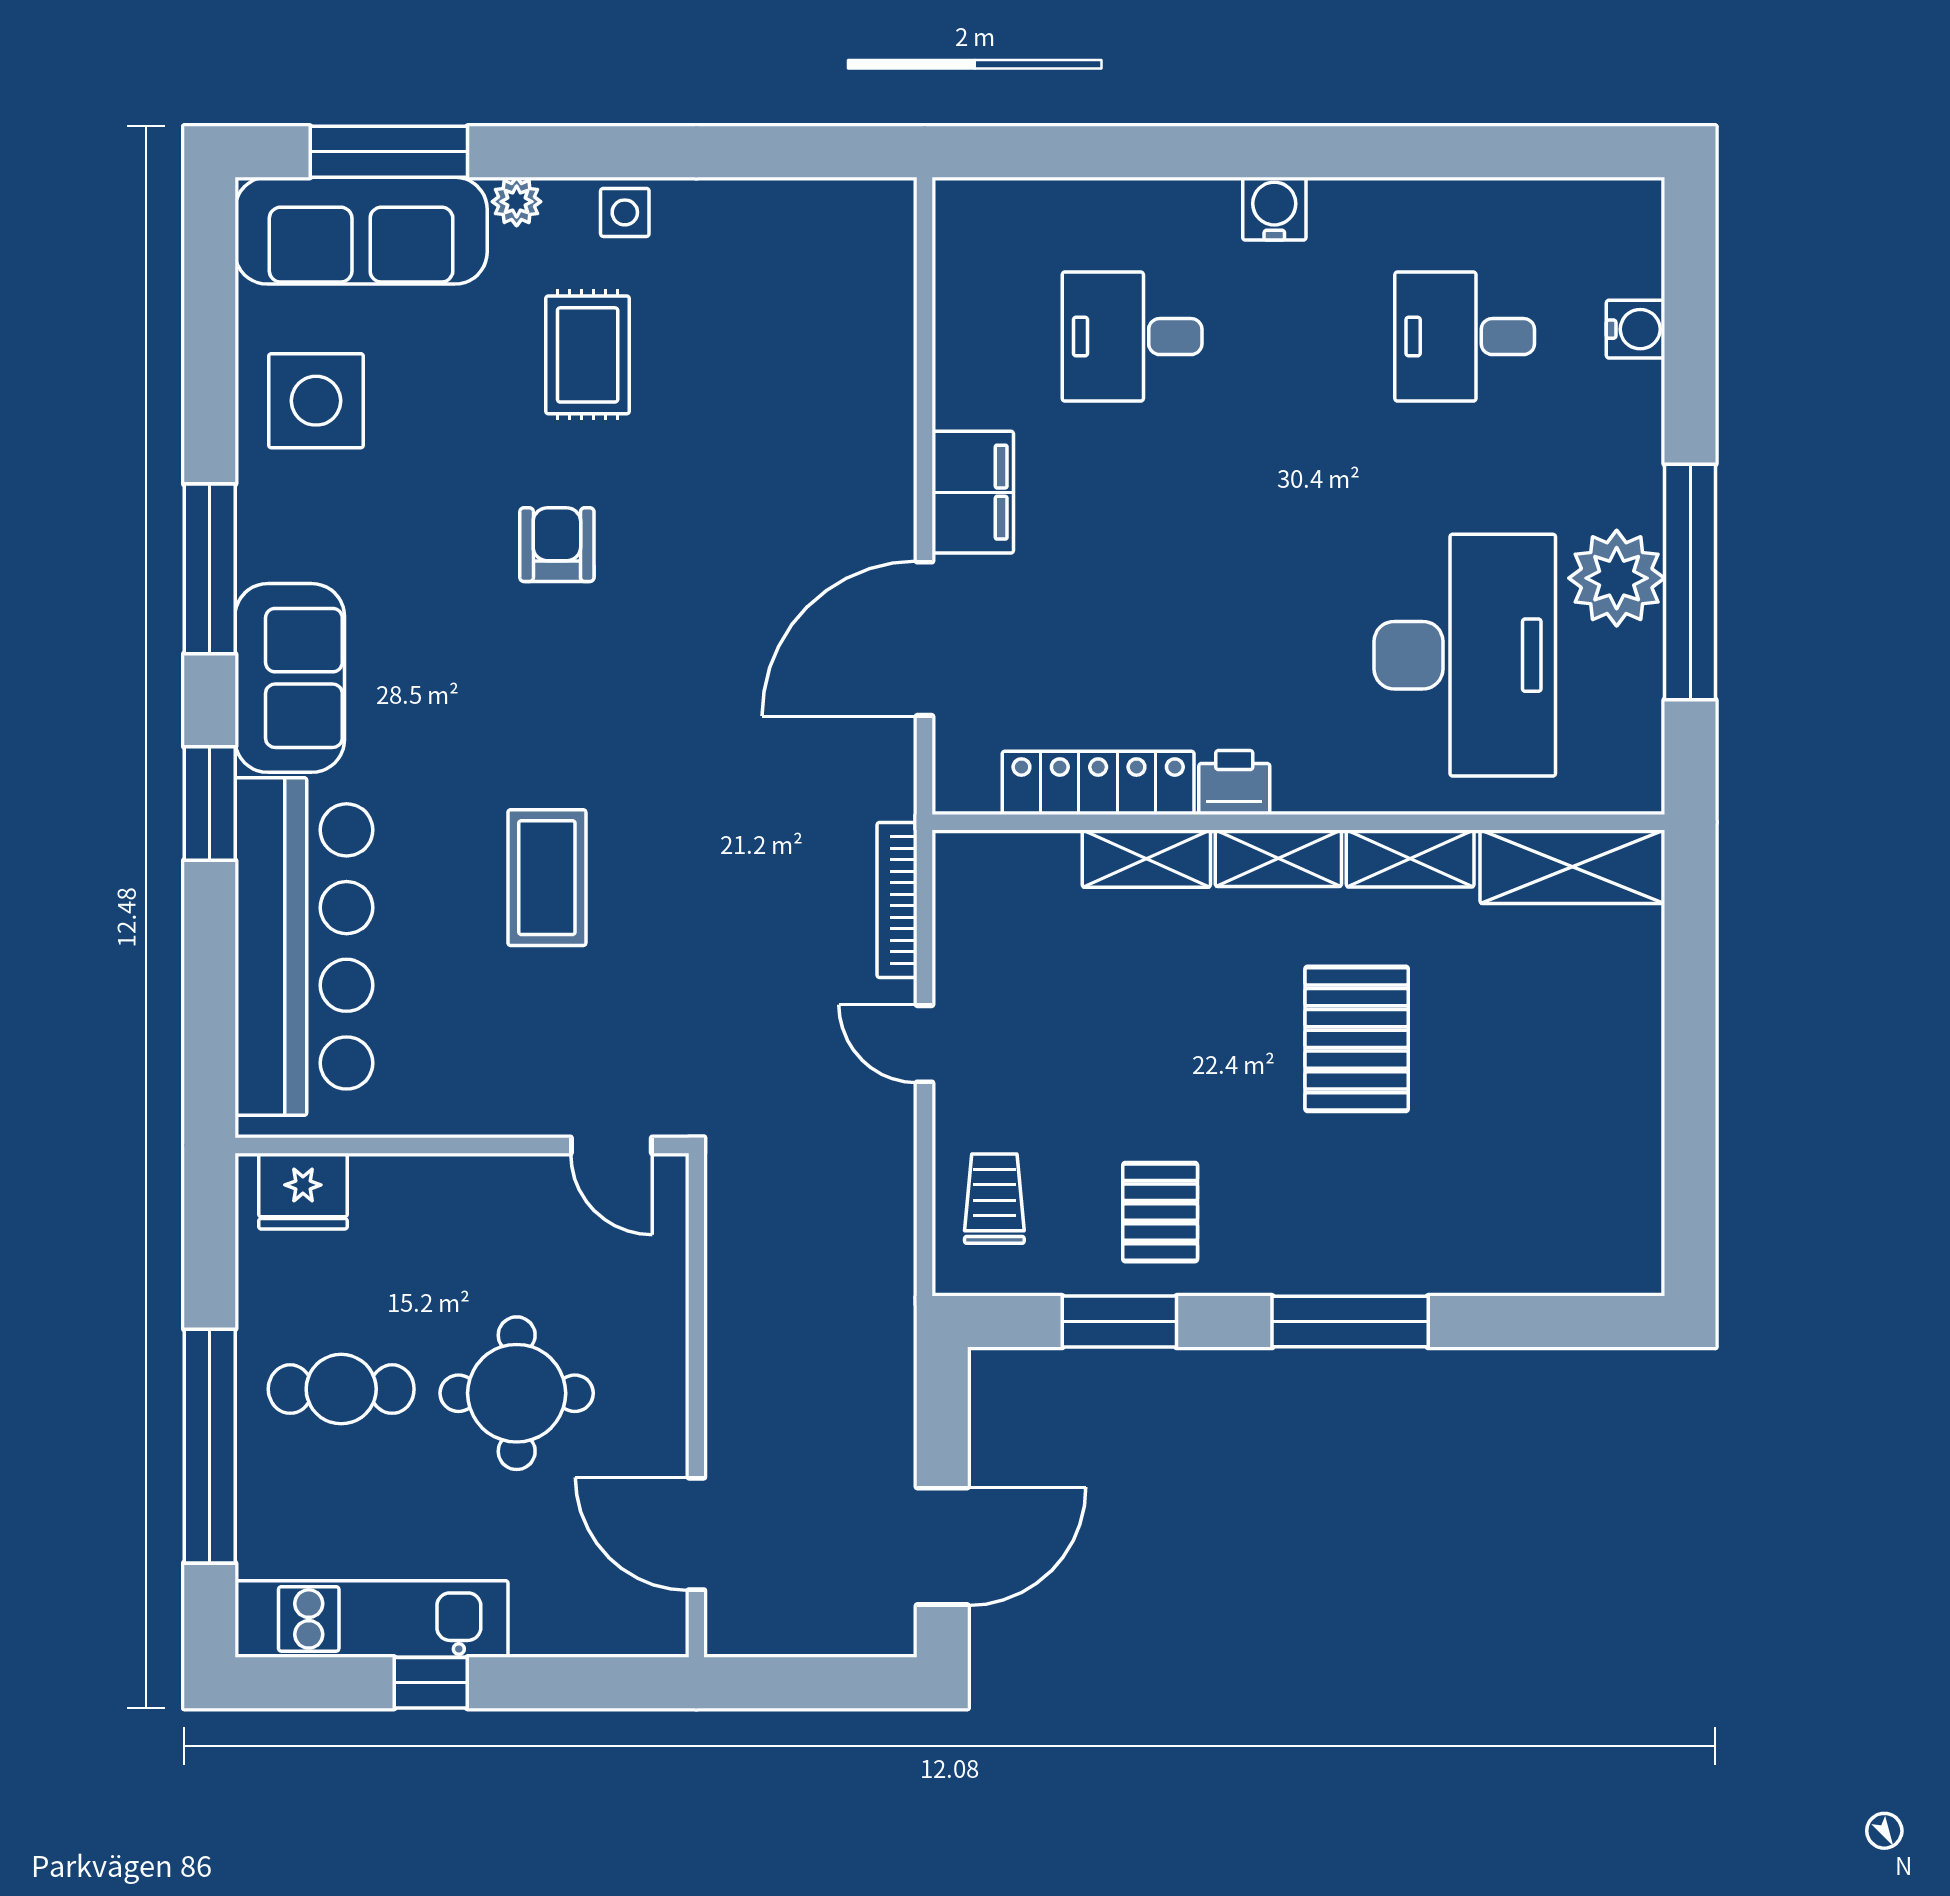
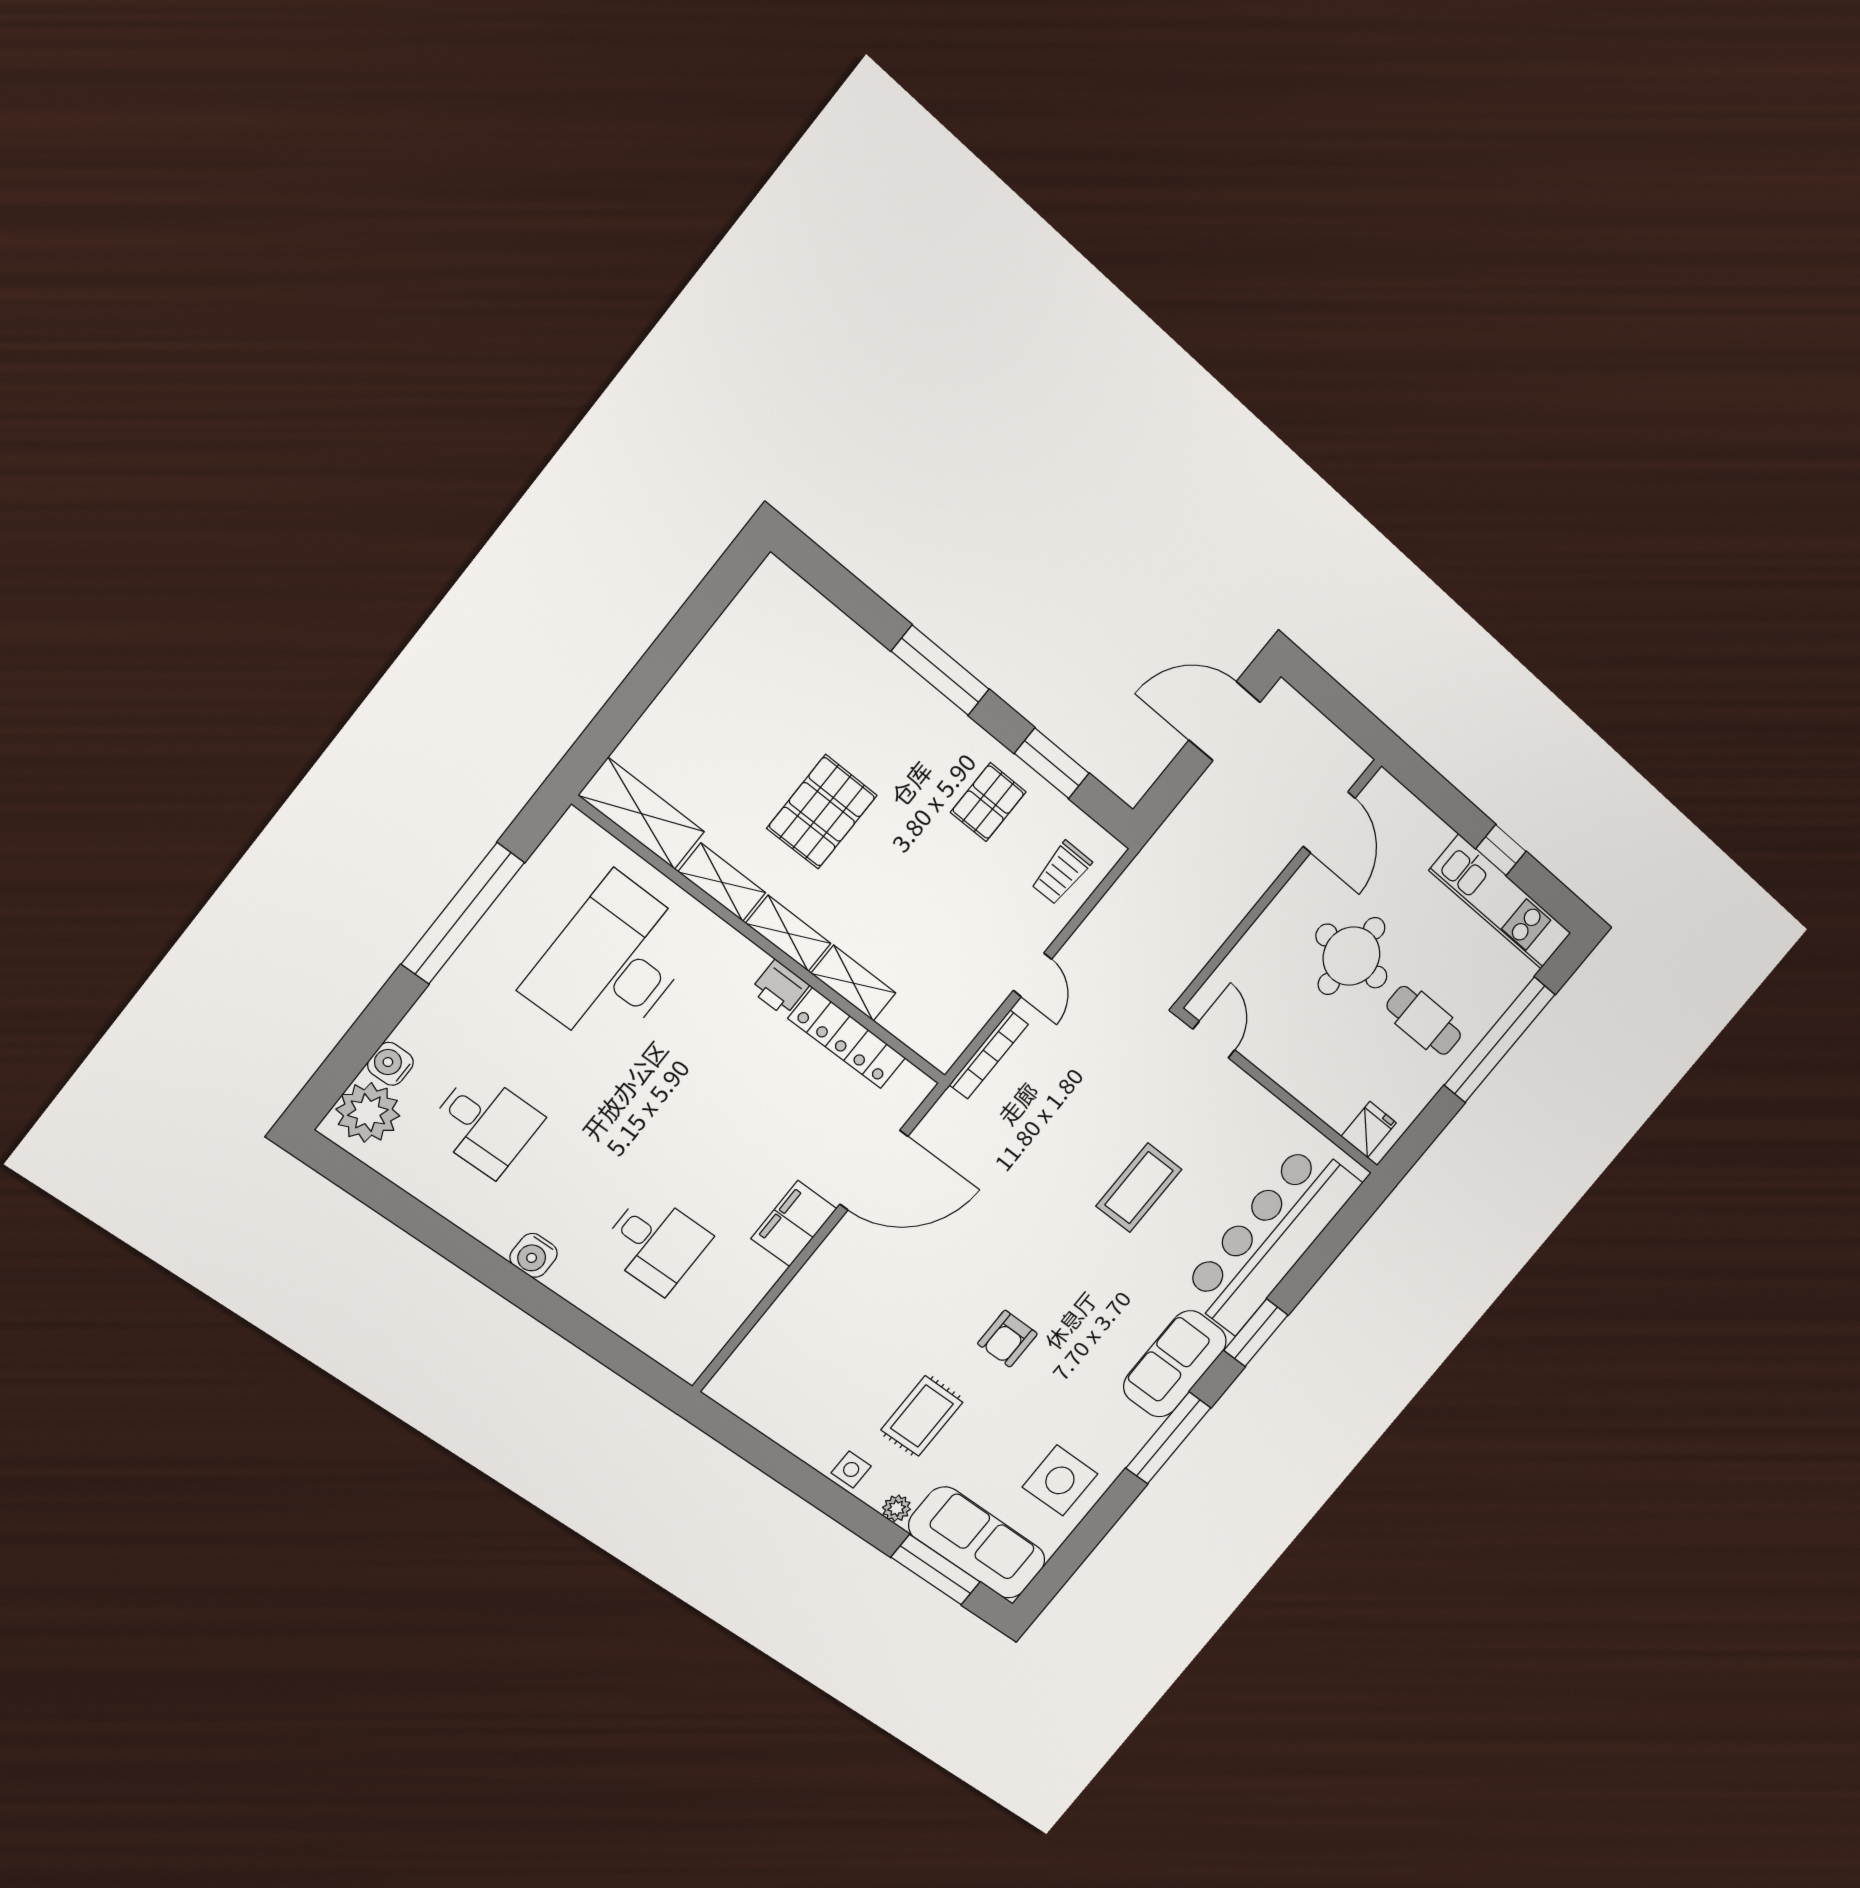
plant: (1617, 578) -> (368, 1112), moved
fridge: (303, 1191) -> (1369, 1130), width x0.72

